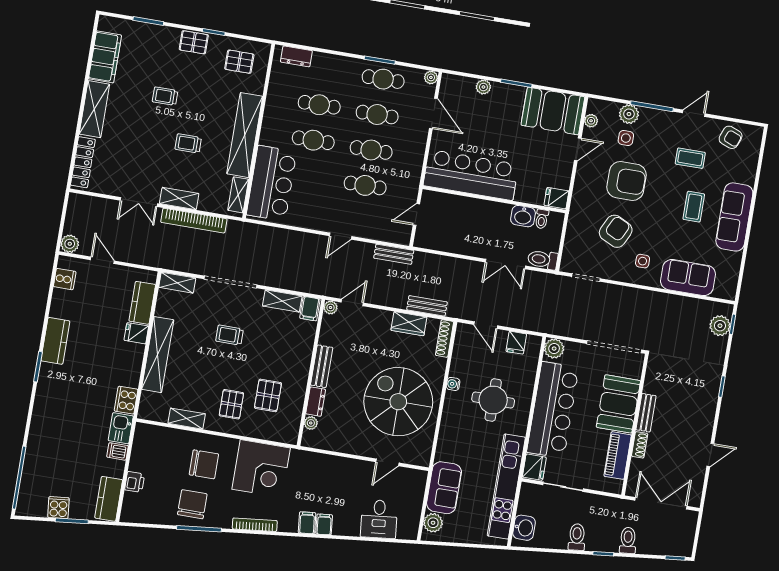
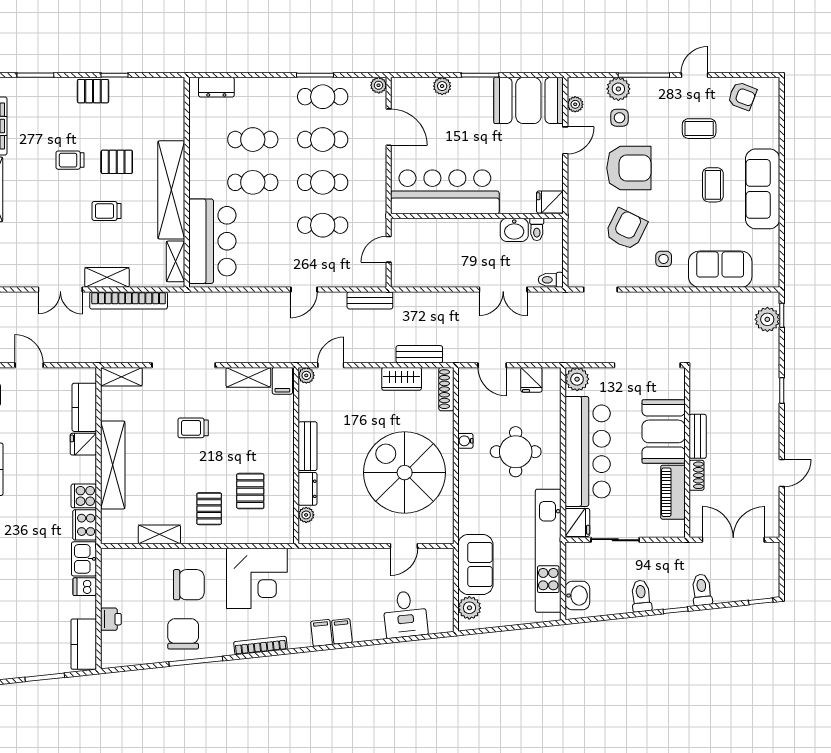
pallet: (239, 62) -> (117, 162), moved
toilet: (543, 260) -> (551, 280), width x0.73, depth x0.72
cooker: (58, 508) -> (84, 496), moved, turned -84

